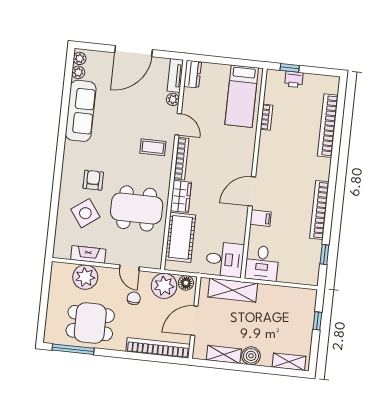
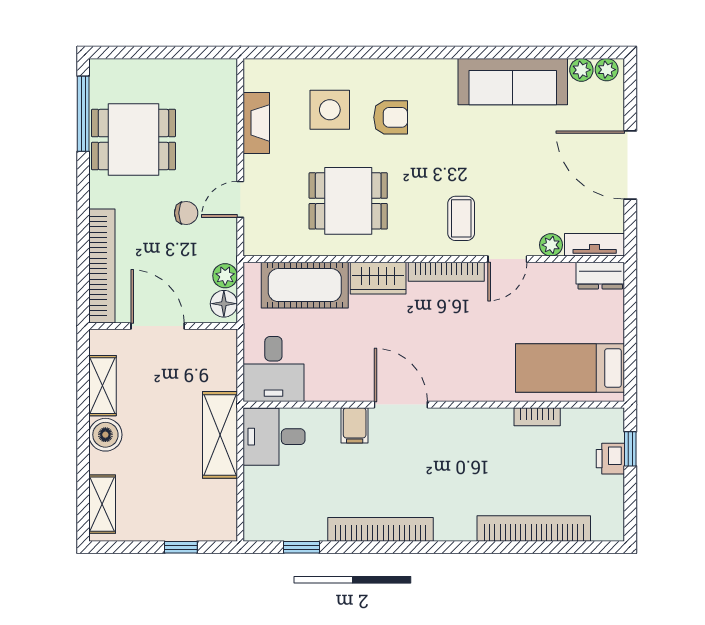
dining table: (137, 208) -> (348, 201), width x0.73
side table: (85, 213) -> (330, 110), turned 36
plant: (85, 277) -> (215, 122), removed
plant: (164, 286) -> (225, 276), width x0.53, depth x0.53
shelving: (233, 290) -> (220, 435), moved
dining table: (90, 323) -> (133, 140), turned 90

